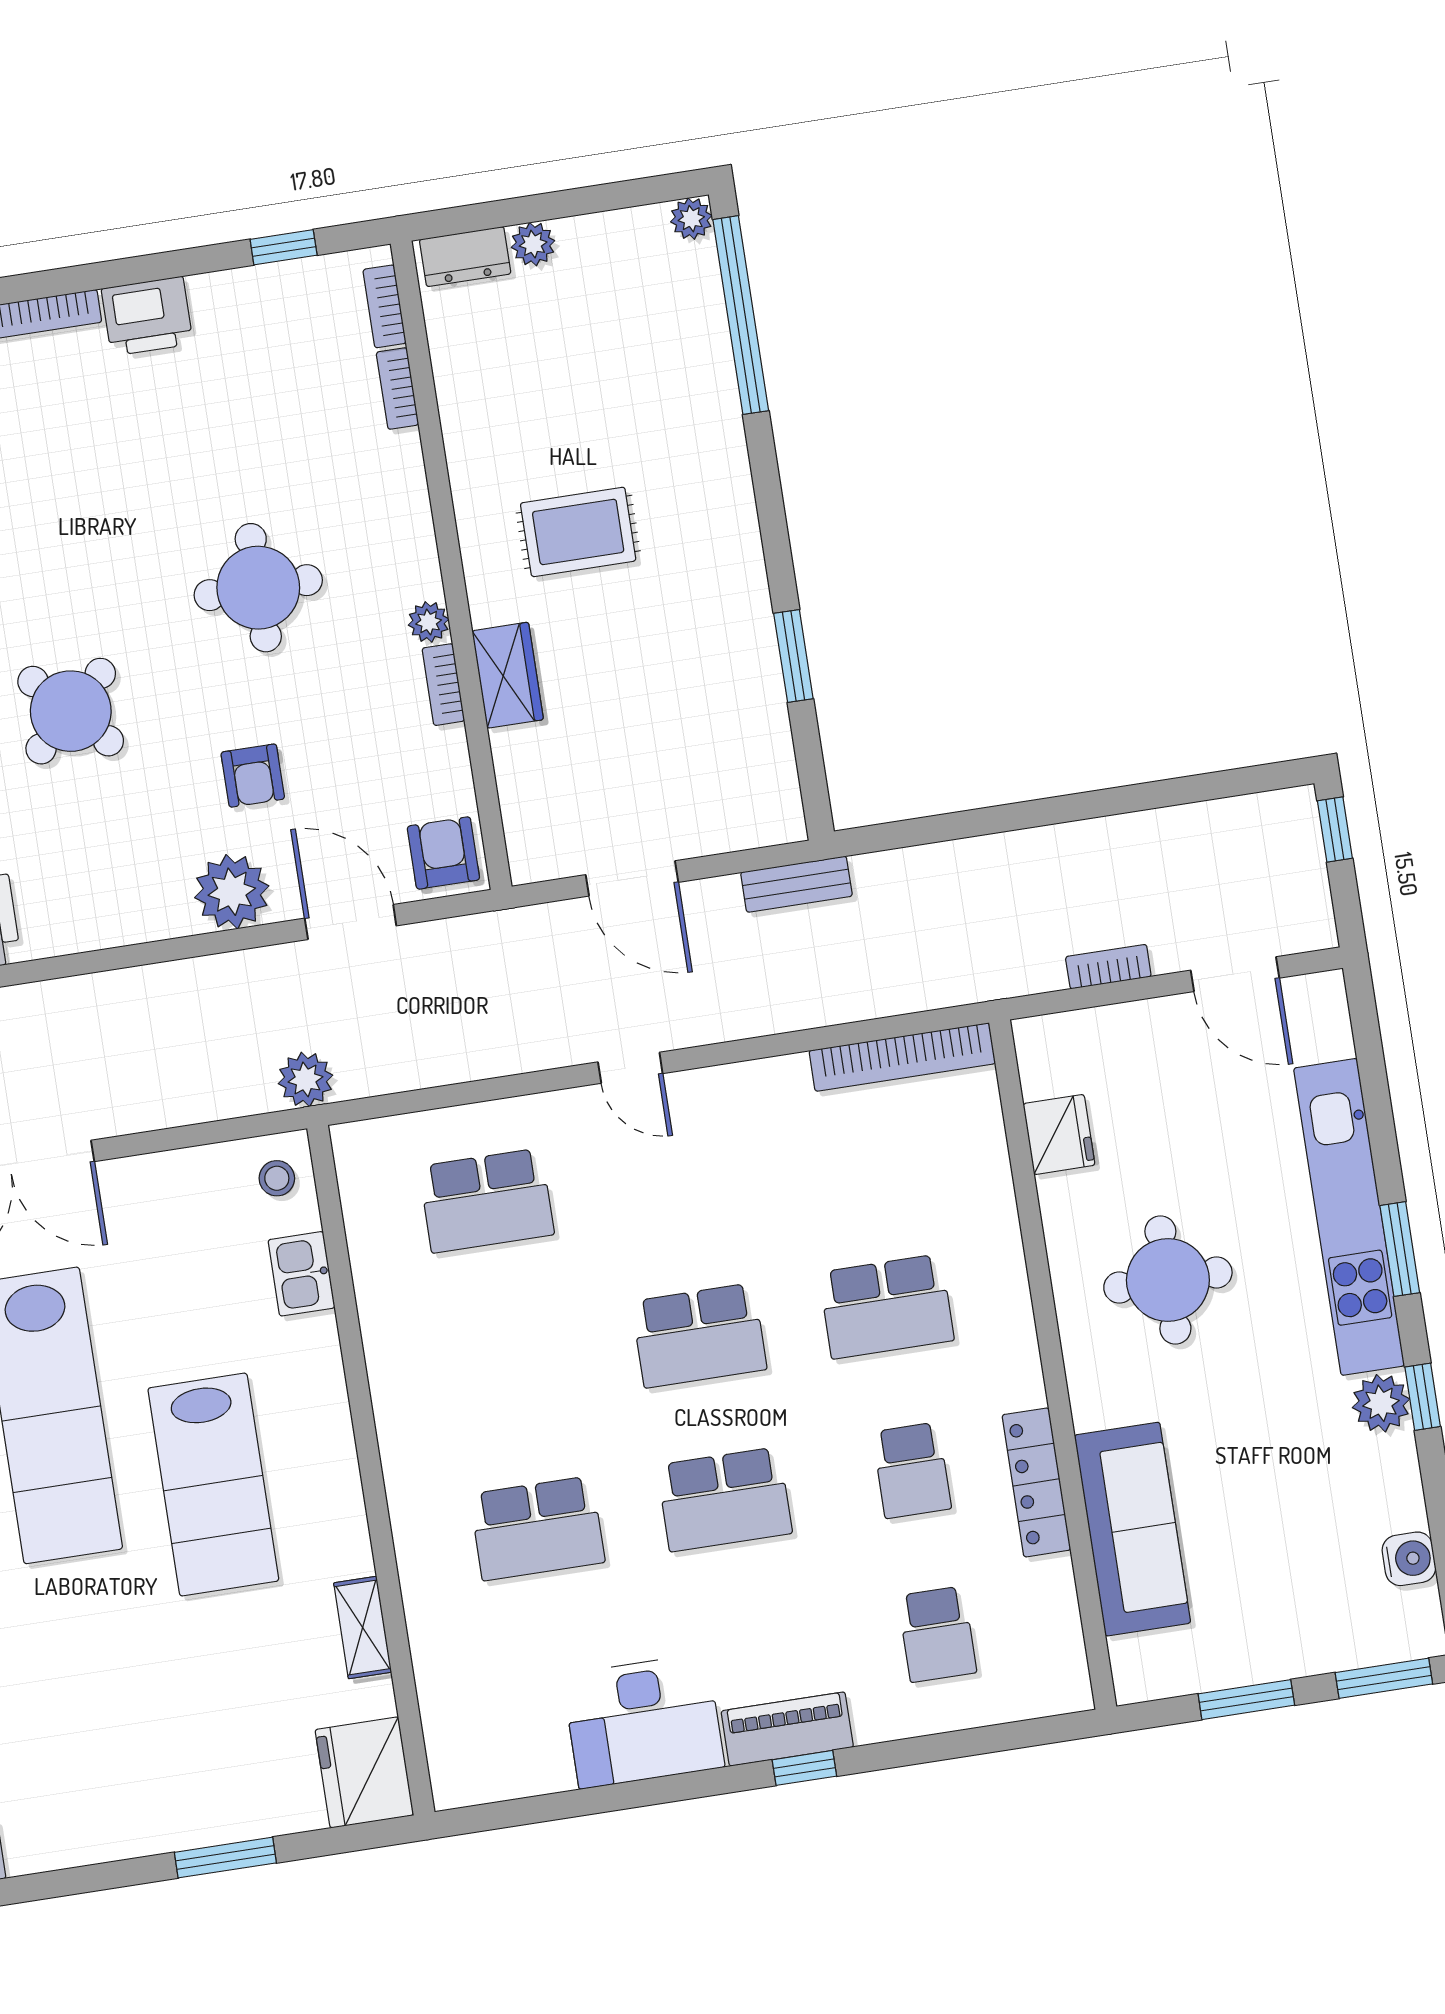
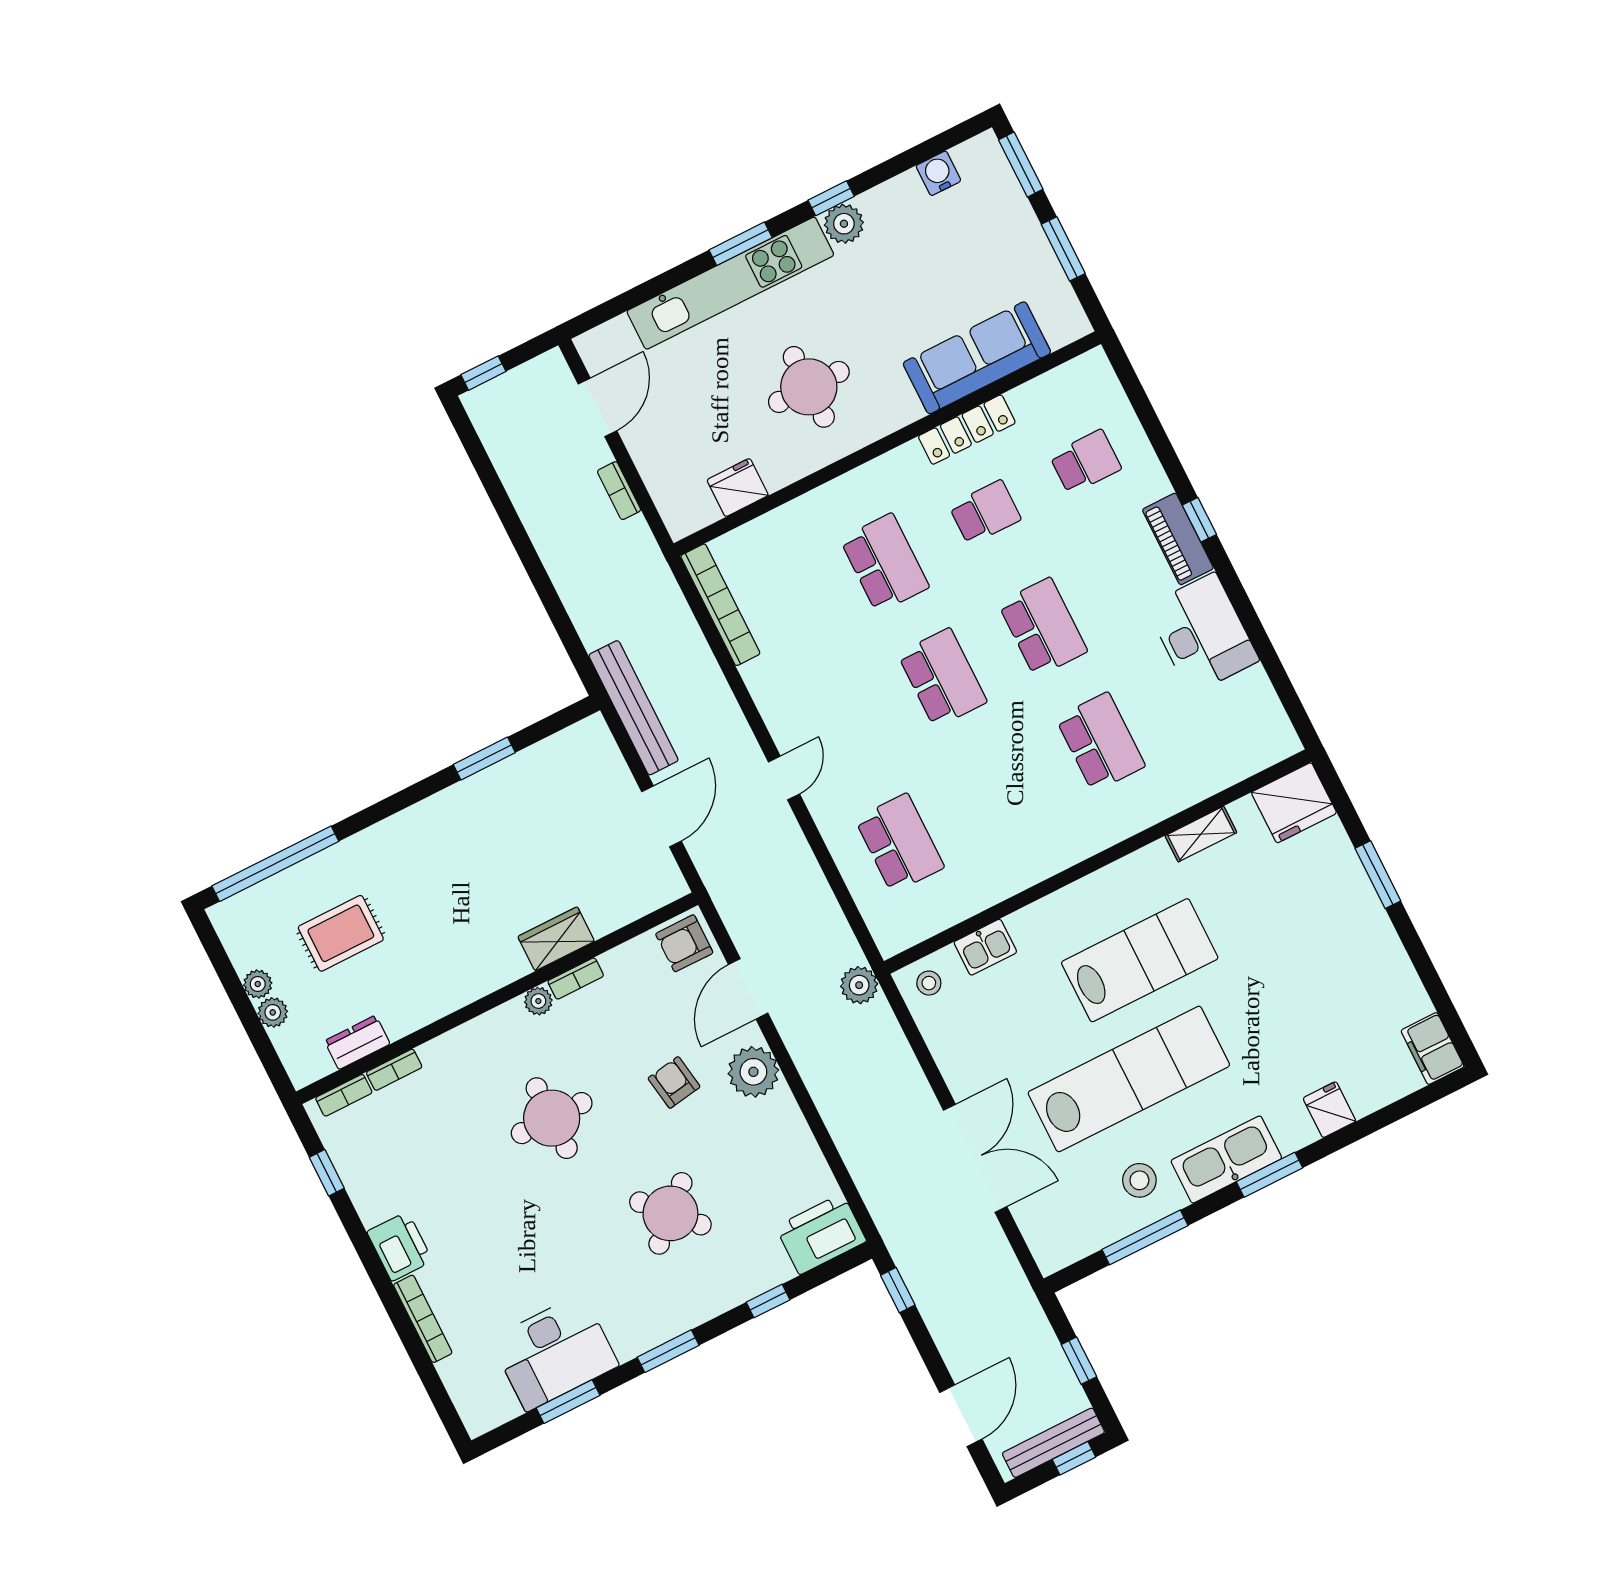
plant: (691, 219) -> (258, 984), moved
dresser: (465, 257) -> (357, 1042), moved, turned -90
rug: (578, 532) -> (341, 933), moved, turned 90
armchair: (253, 776) -> (674, 1083), turned -99
bench: (796, 884) -> (633, 708), width x1.86, depth x1.21

